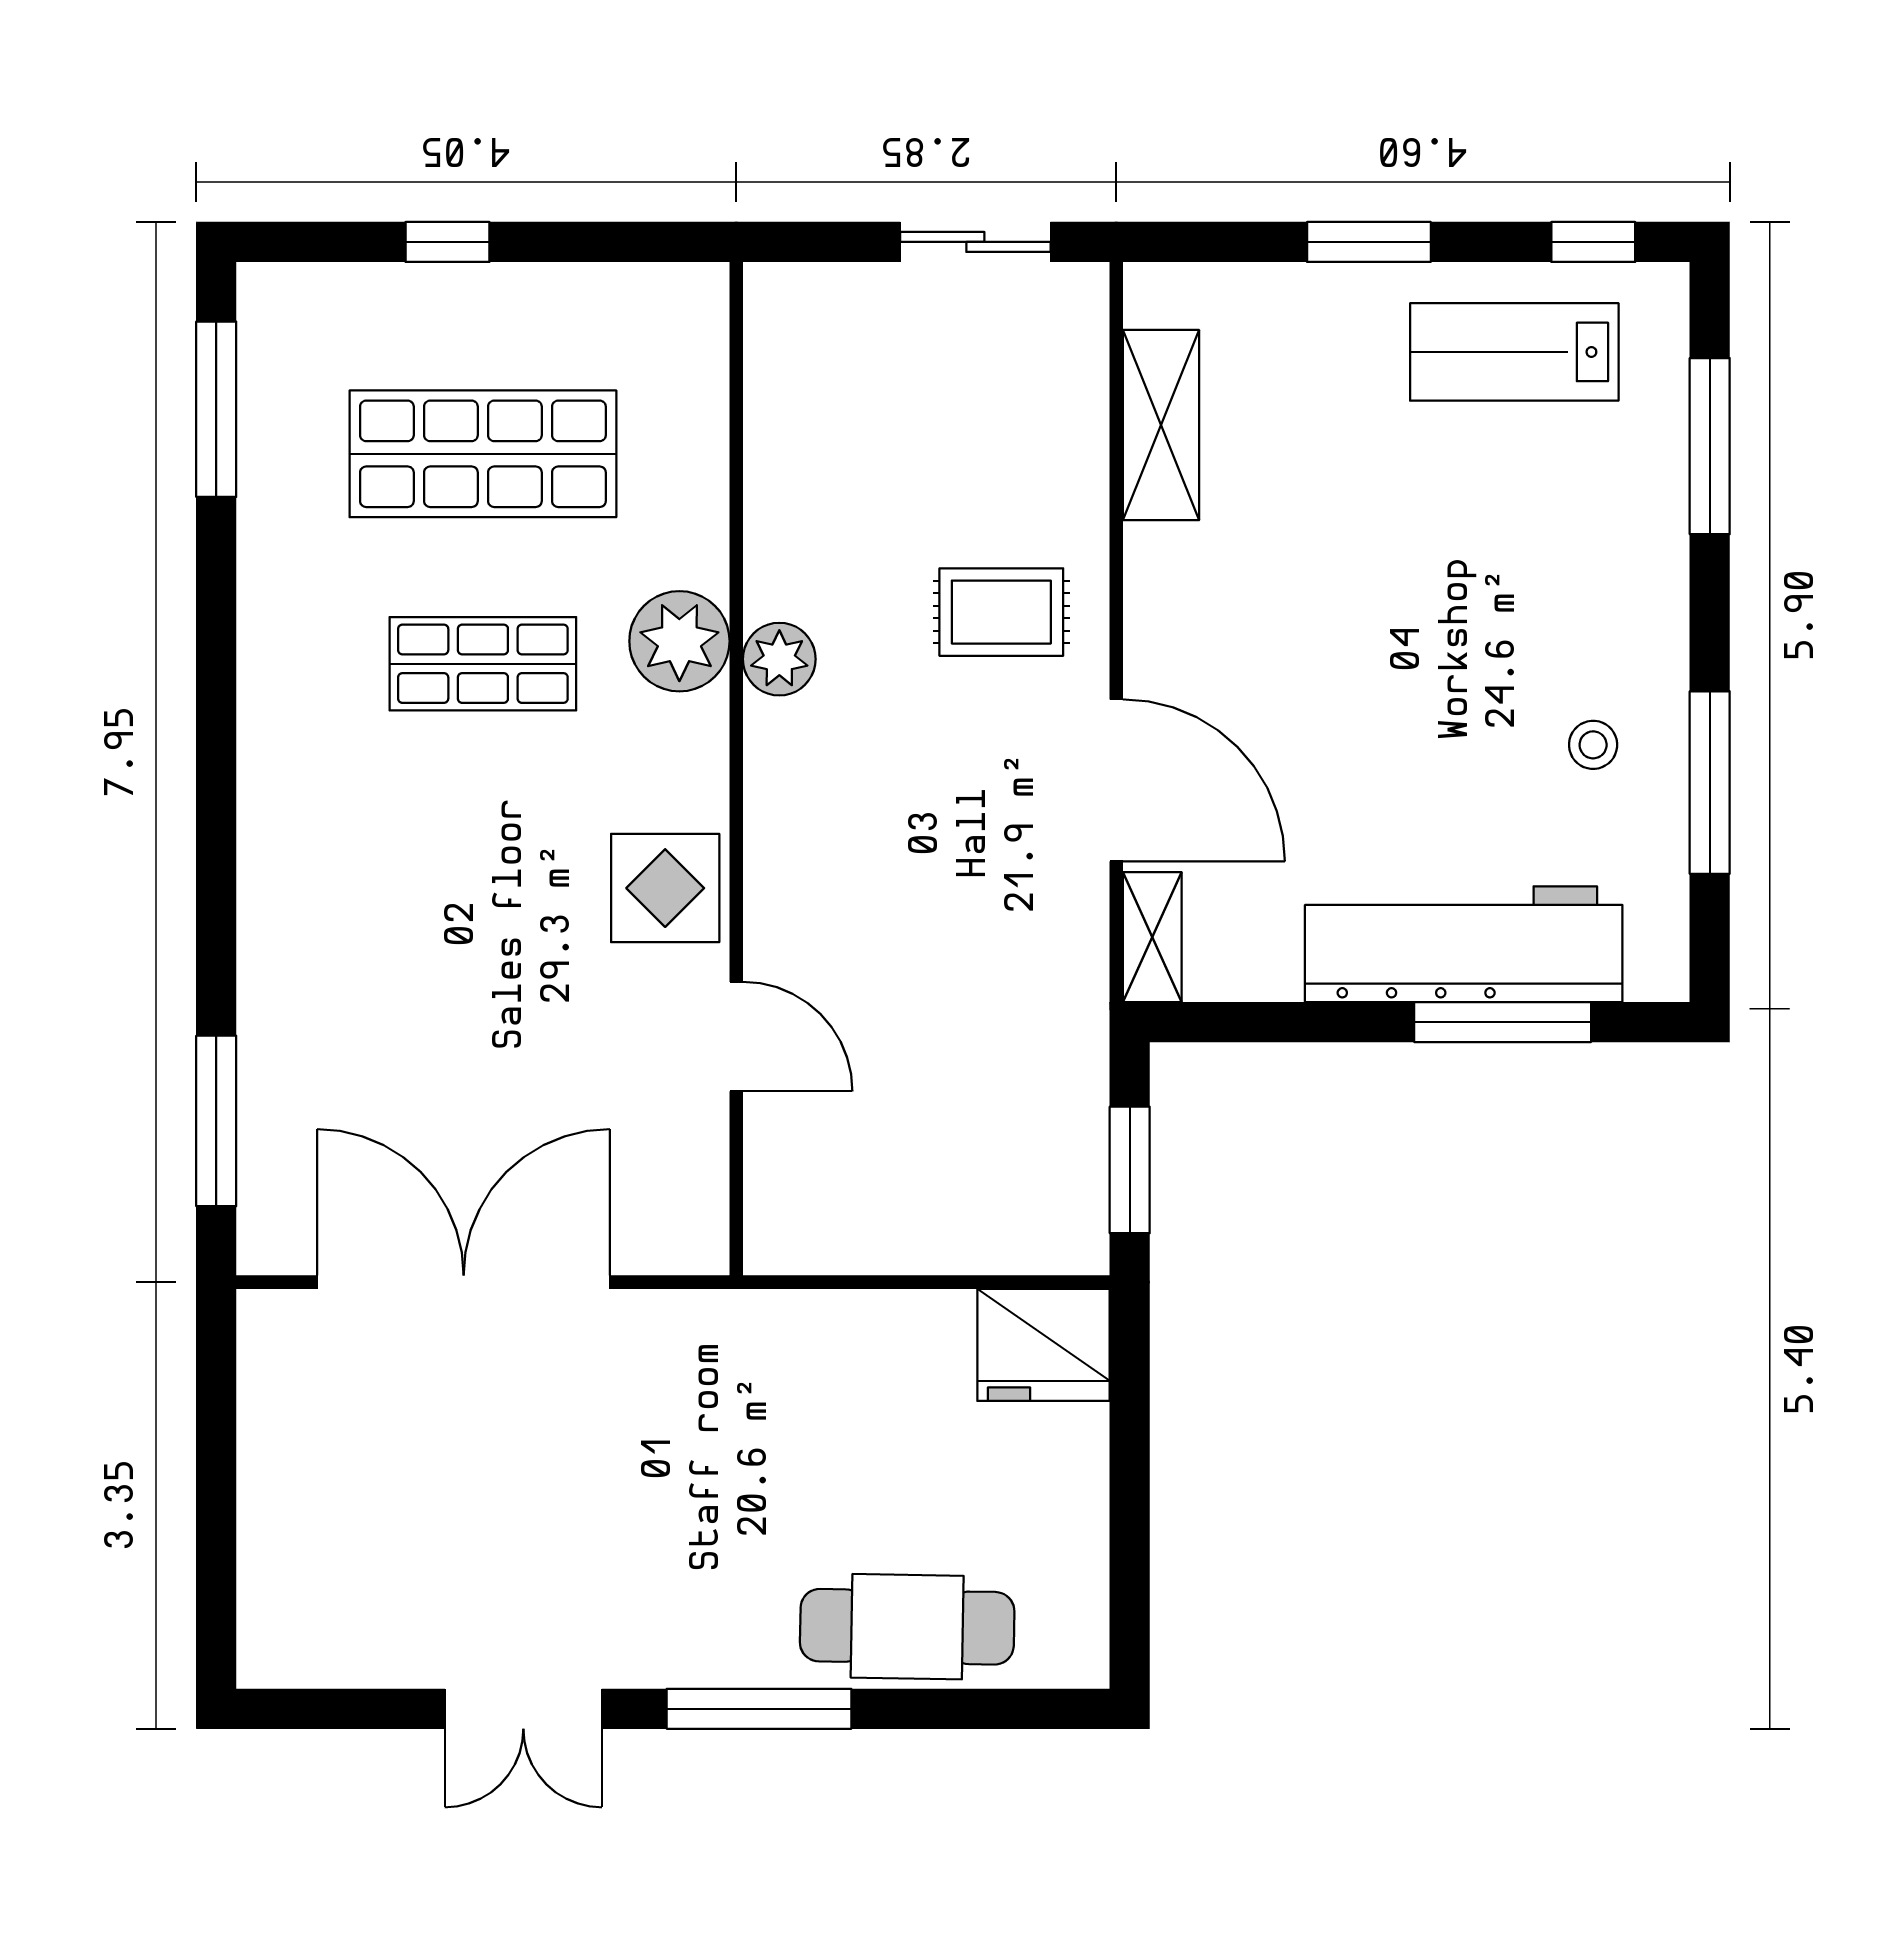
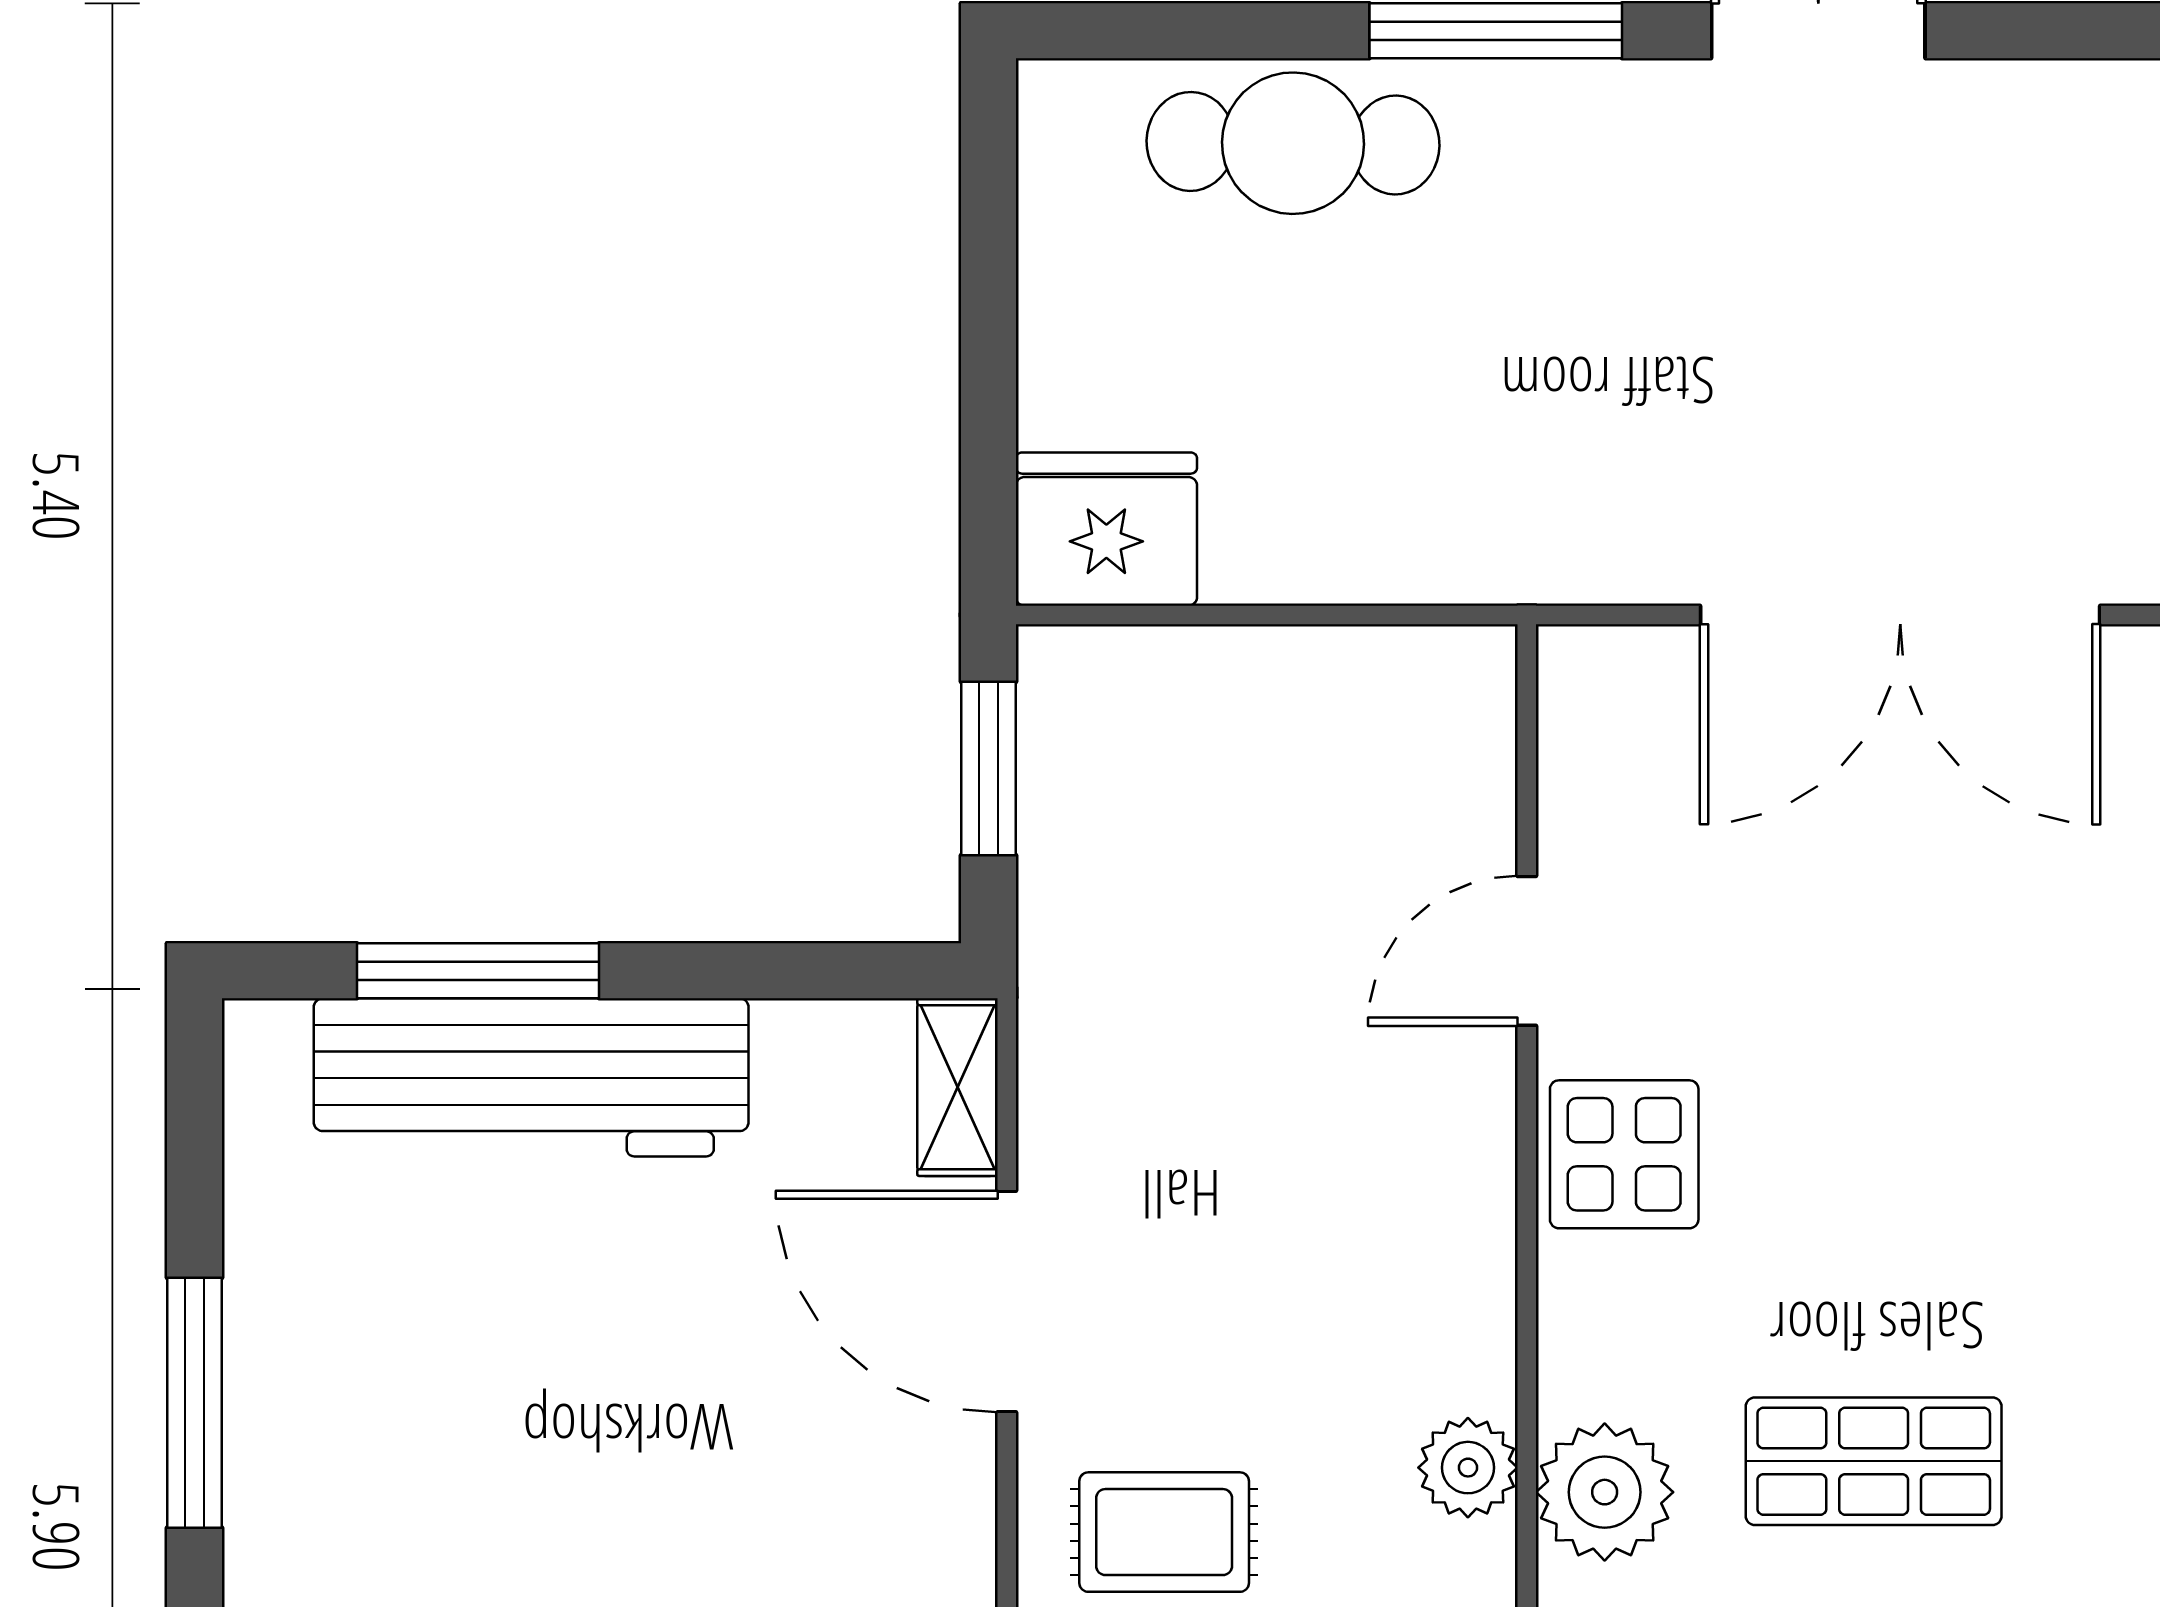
stool: (1593, 745) -> (354, 1350), removed
window: (1710, 783) -> (194, 1403), moved
door: (736, 1037) -> (1527, 951), hinge flipped

